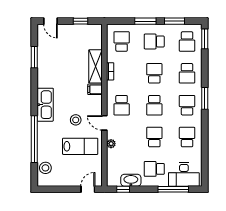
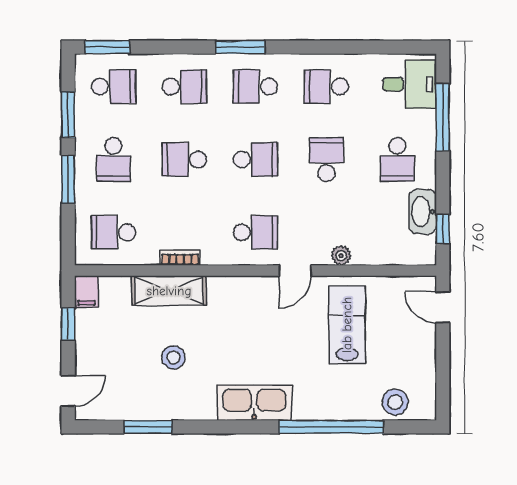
filing cabinet: (95, 89) -> (86, 292), moved
stool: (76, 120) -> (174, 357), moved
school desk: (154, 137) -> (326, 159), turned 90
desk: (184, 174) -> (410, 84), width x0.73

